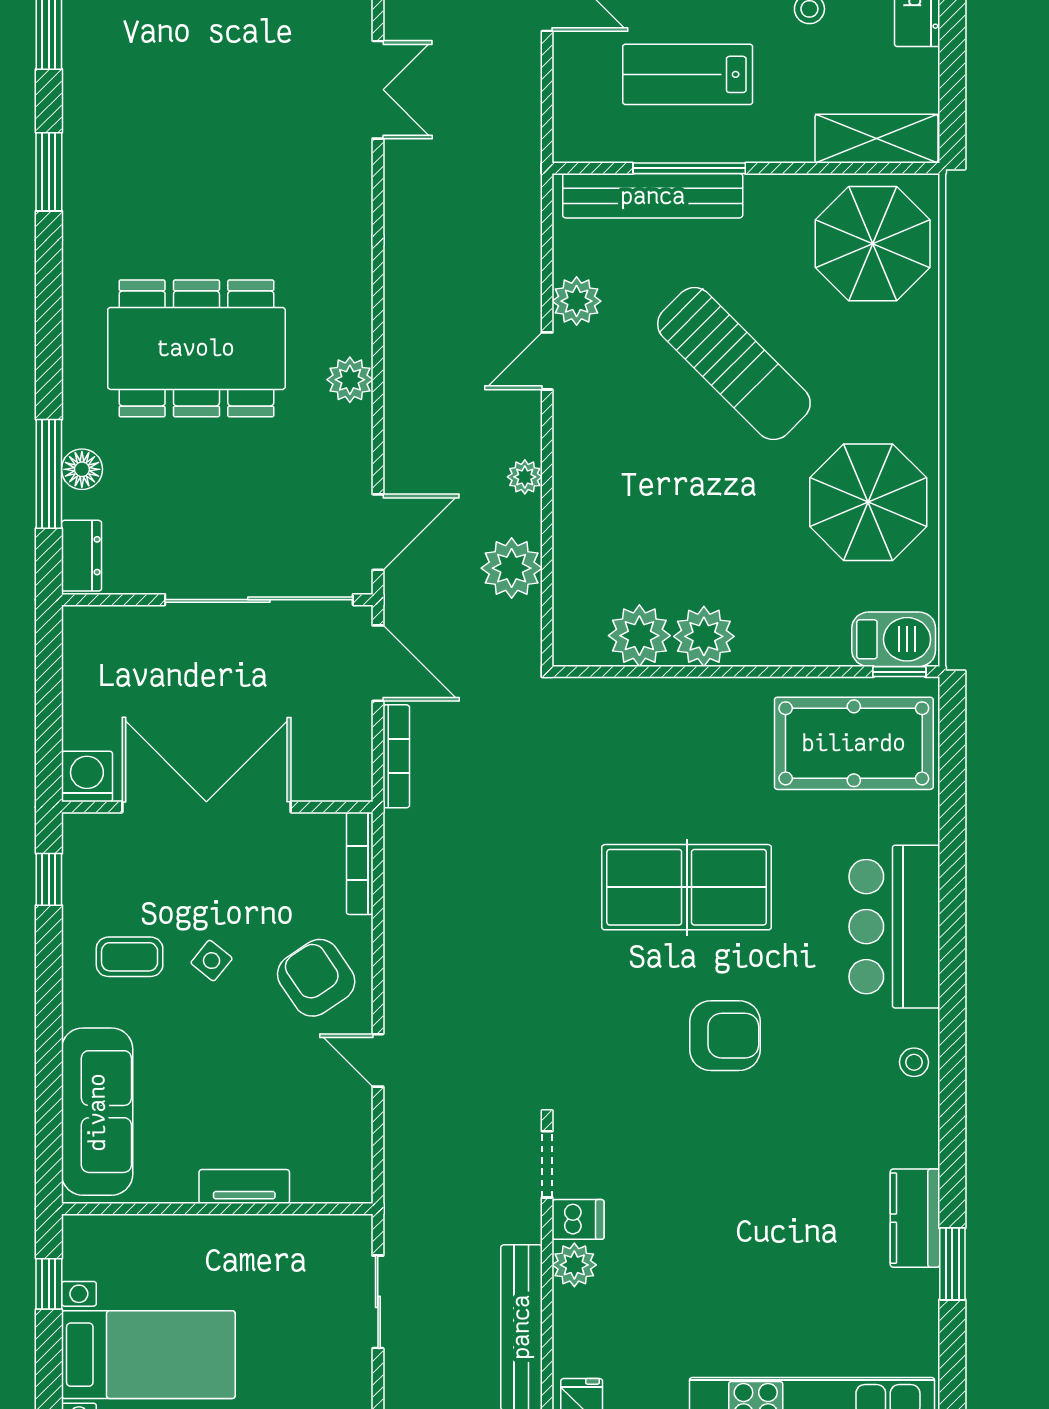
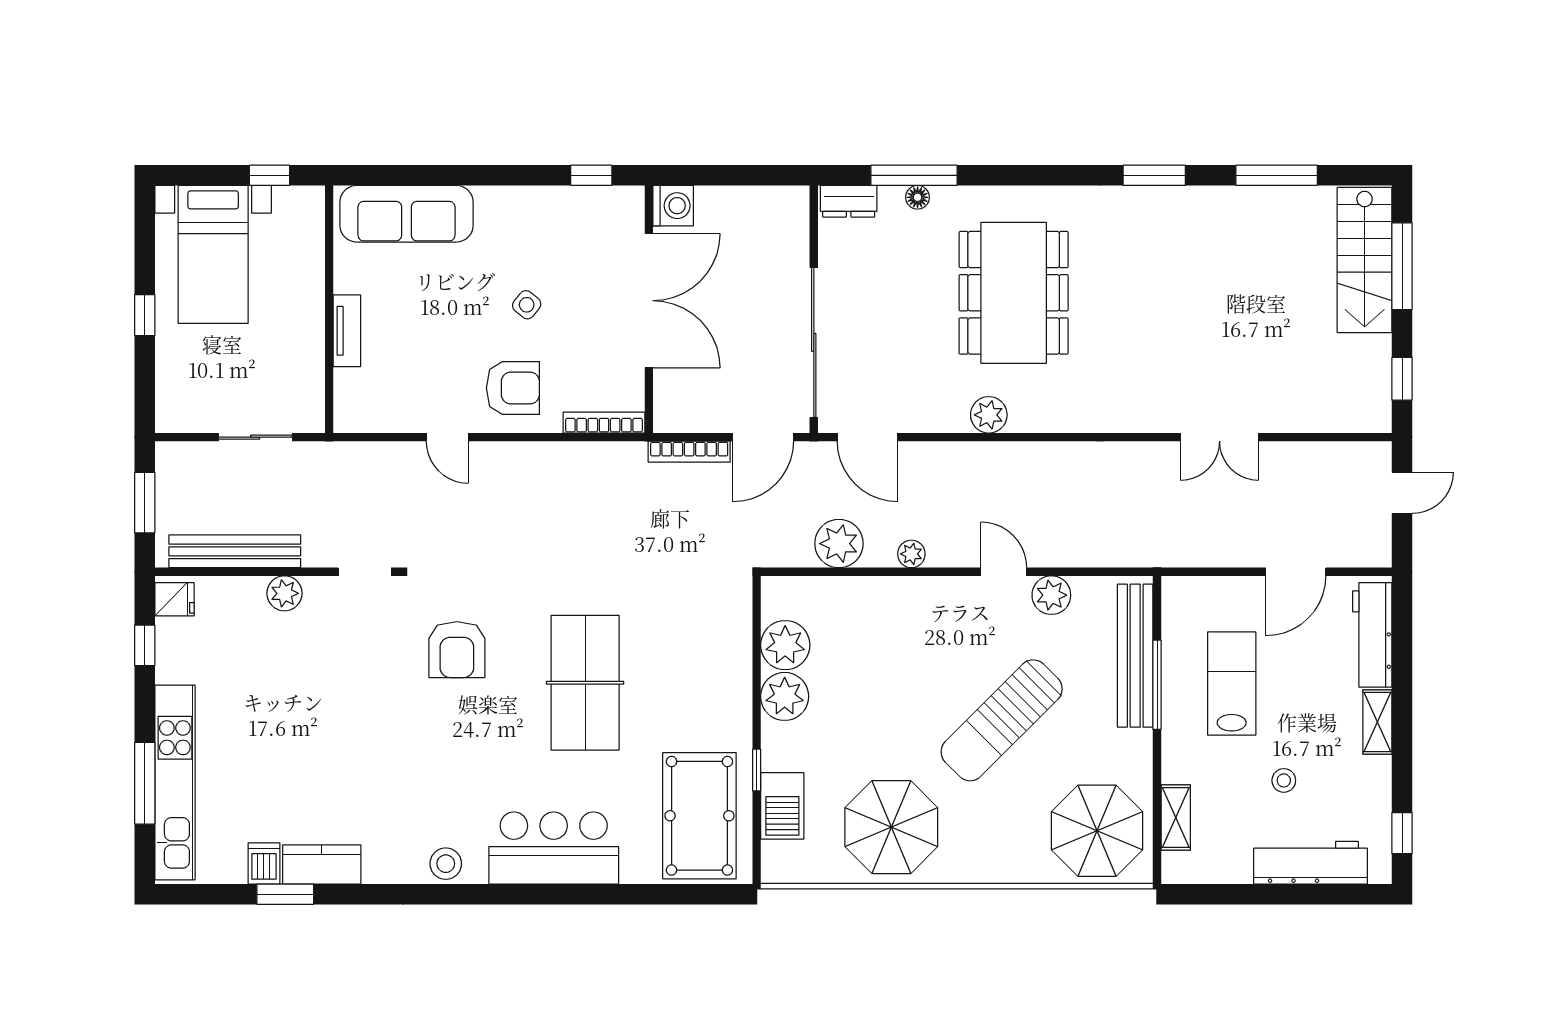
shelving: (876, 139) -> (1176, 817), width x0.67, depth x0.75
floor lamp: (82, 469) -> (918, 197), width x0.73, depth x0.73
barbecue: (894, 639) -> (782, 806), moved
window: (899, 672) -> (757, 770), moved
coffee table: (130, 957) -> (530, 239), removed
armchair: (316, 978) -> (513, 388), turned 34
armchair: (725, 1036) -> (457, 650), moved
door: (378, 1060) -> (447, 437), swing flipped
stool: (914, 1062) -> (446, 864), width x1.37, depth x1.37
dishwasher: (578, 1219) -> (264, 864), moved, turned 180

